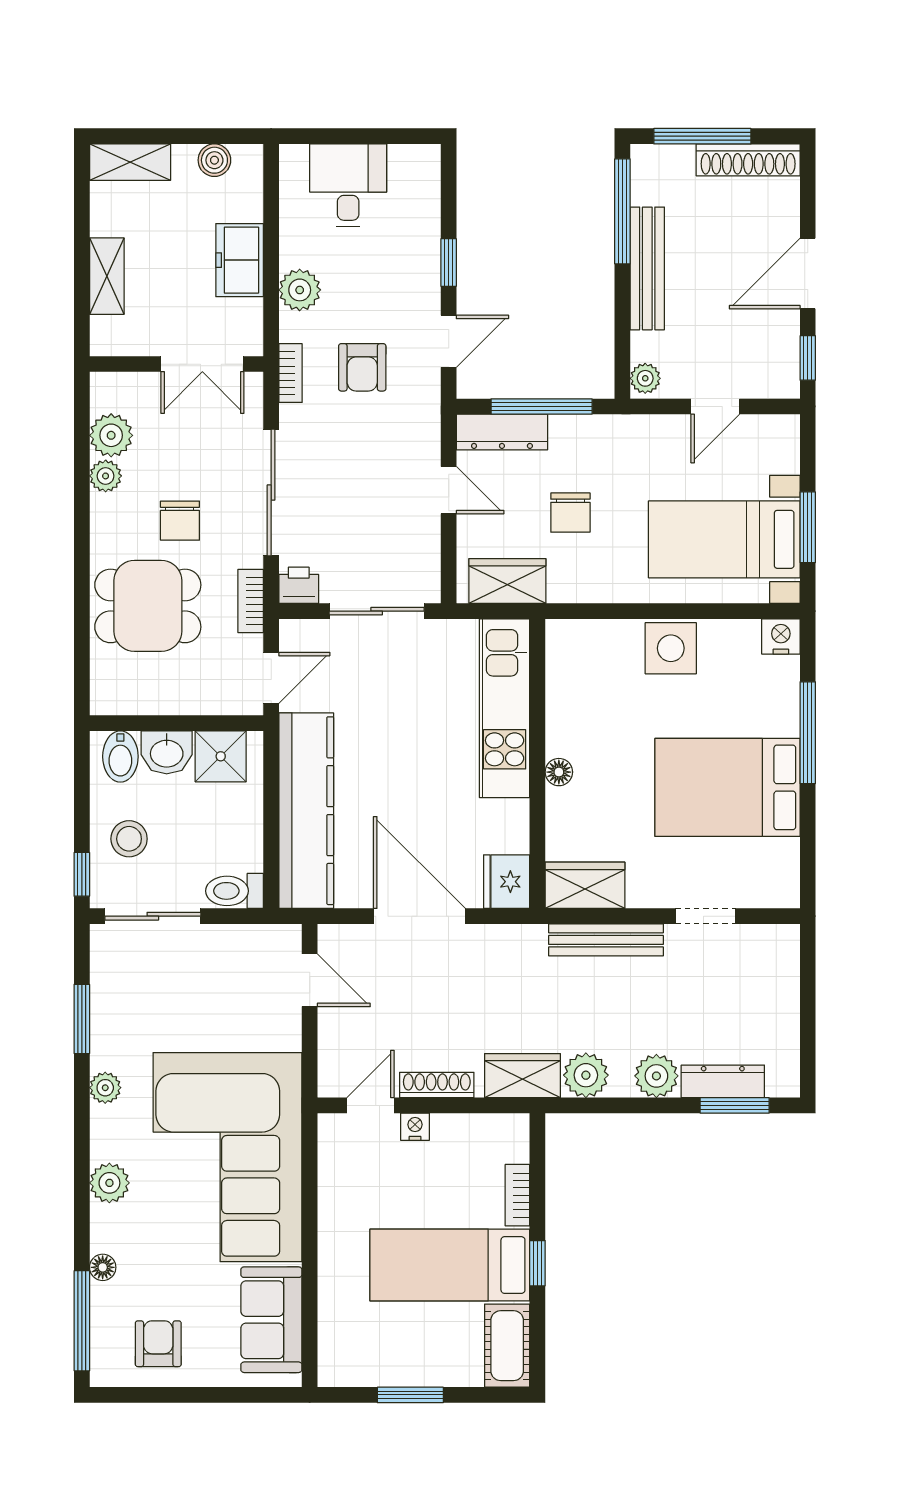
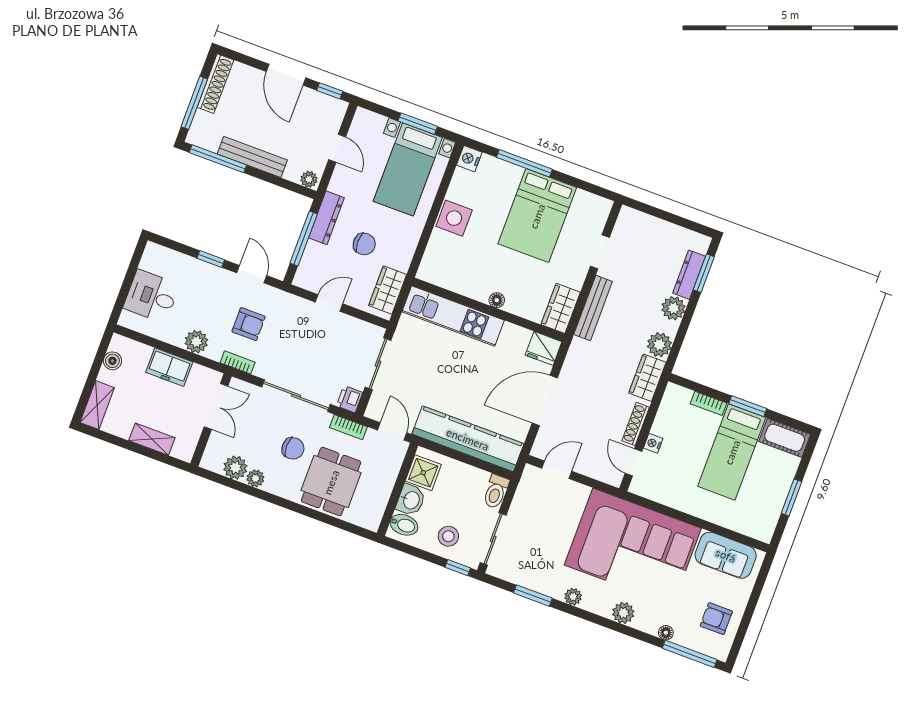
dresser: (502, 432) -> (326, 218), moved
window: (537, 1263) -> (748, 406), width x1.50

